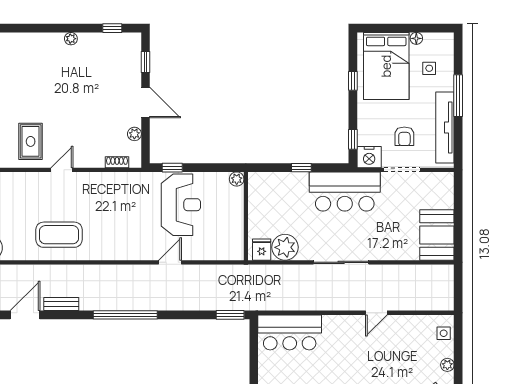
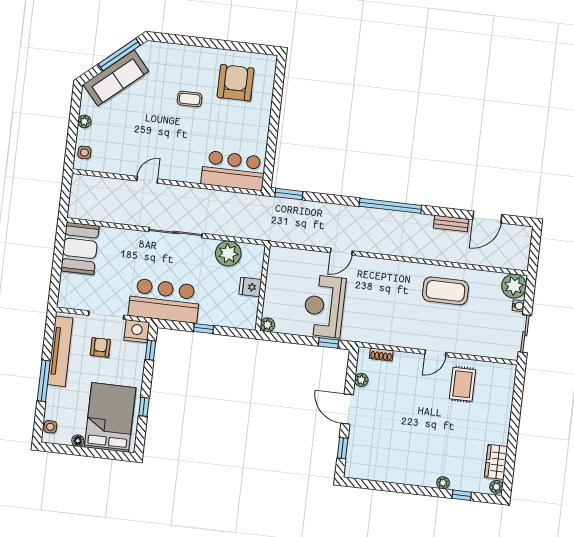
window: (112, 28) -> (462, 495), moved
plant: (71, 39) -> (443, 483), moved
side table: (429, 68) -> (50, 427), moved
fridge: (262, 250) -> (250, 287), moved, turned 90

